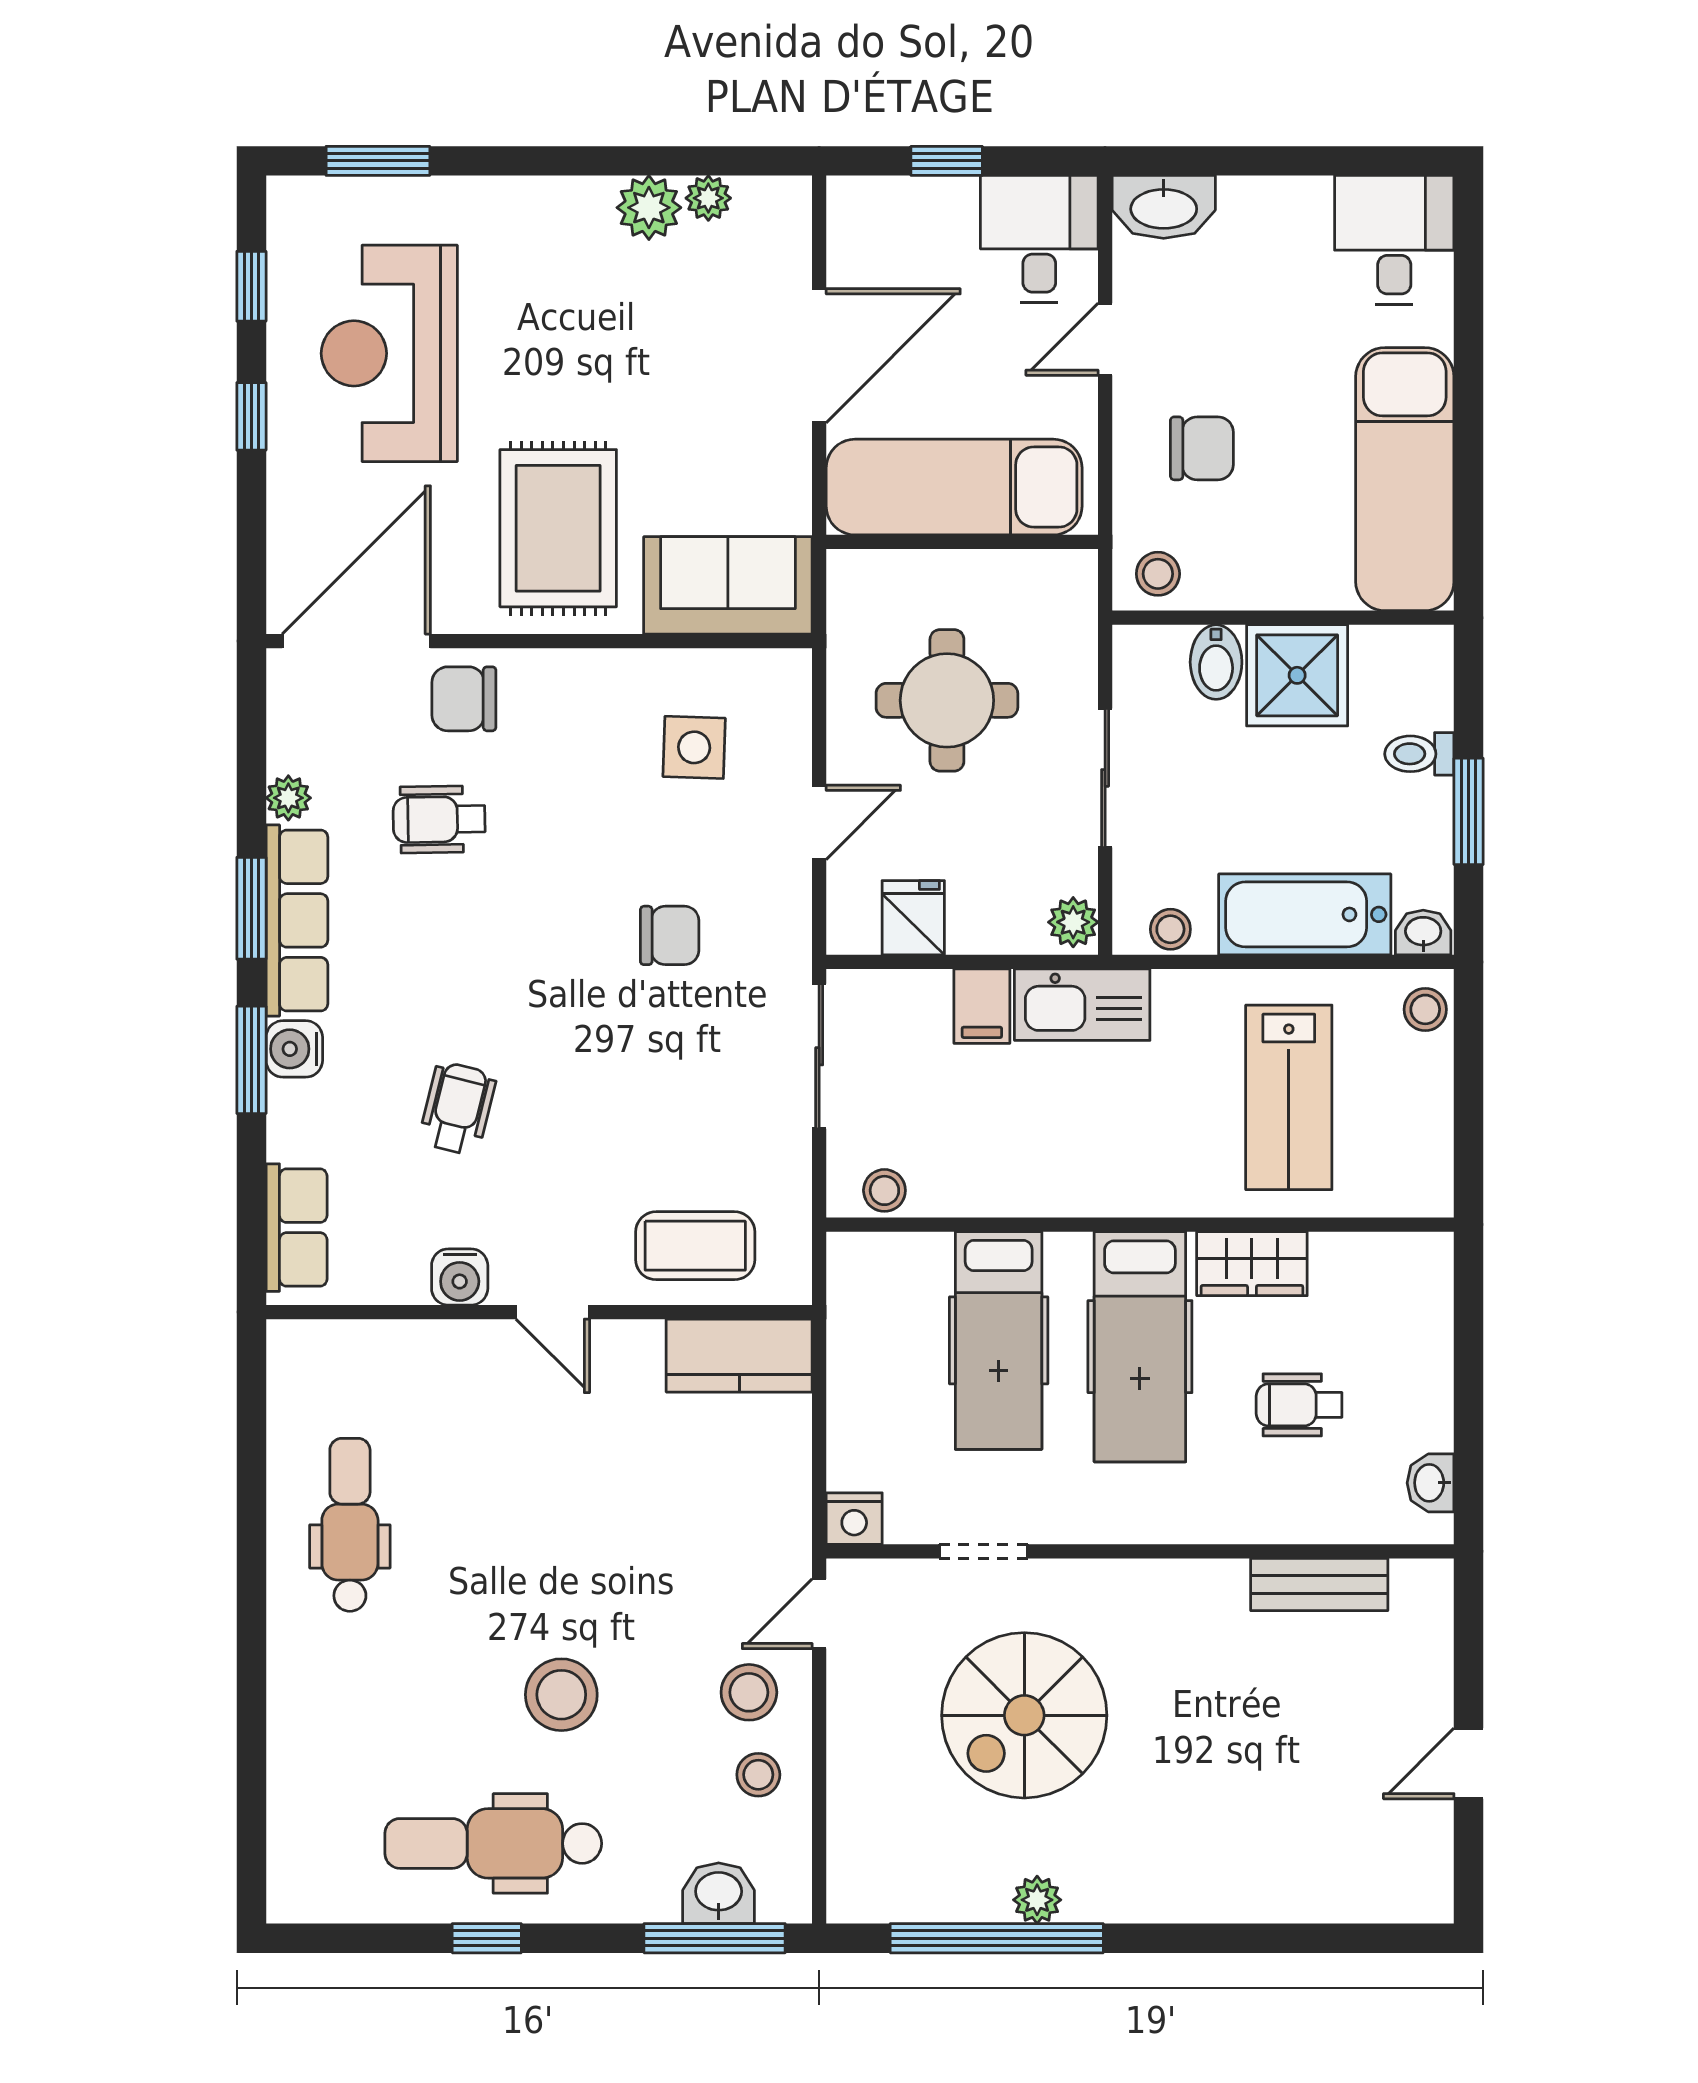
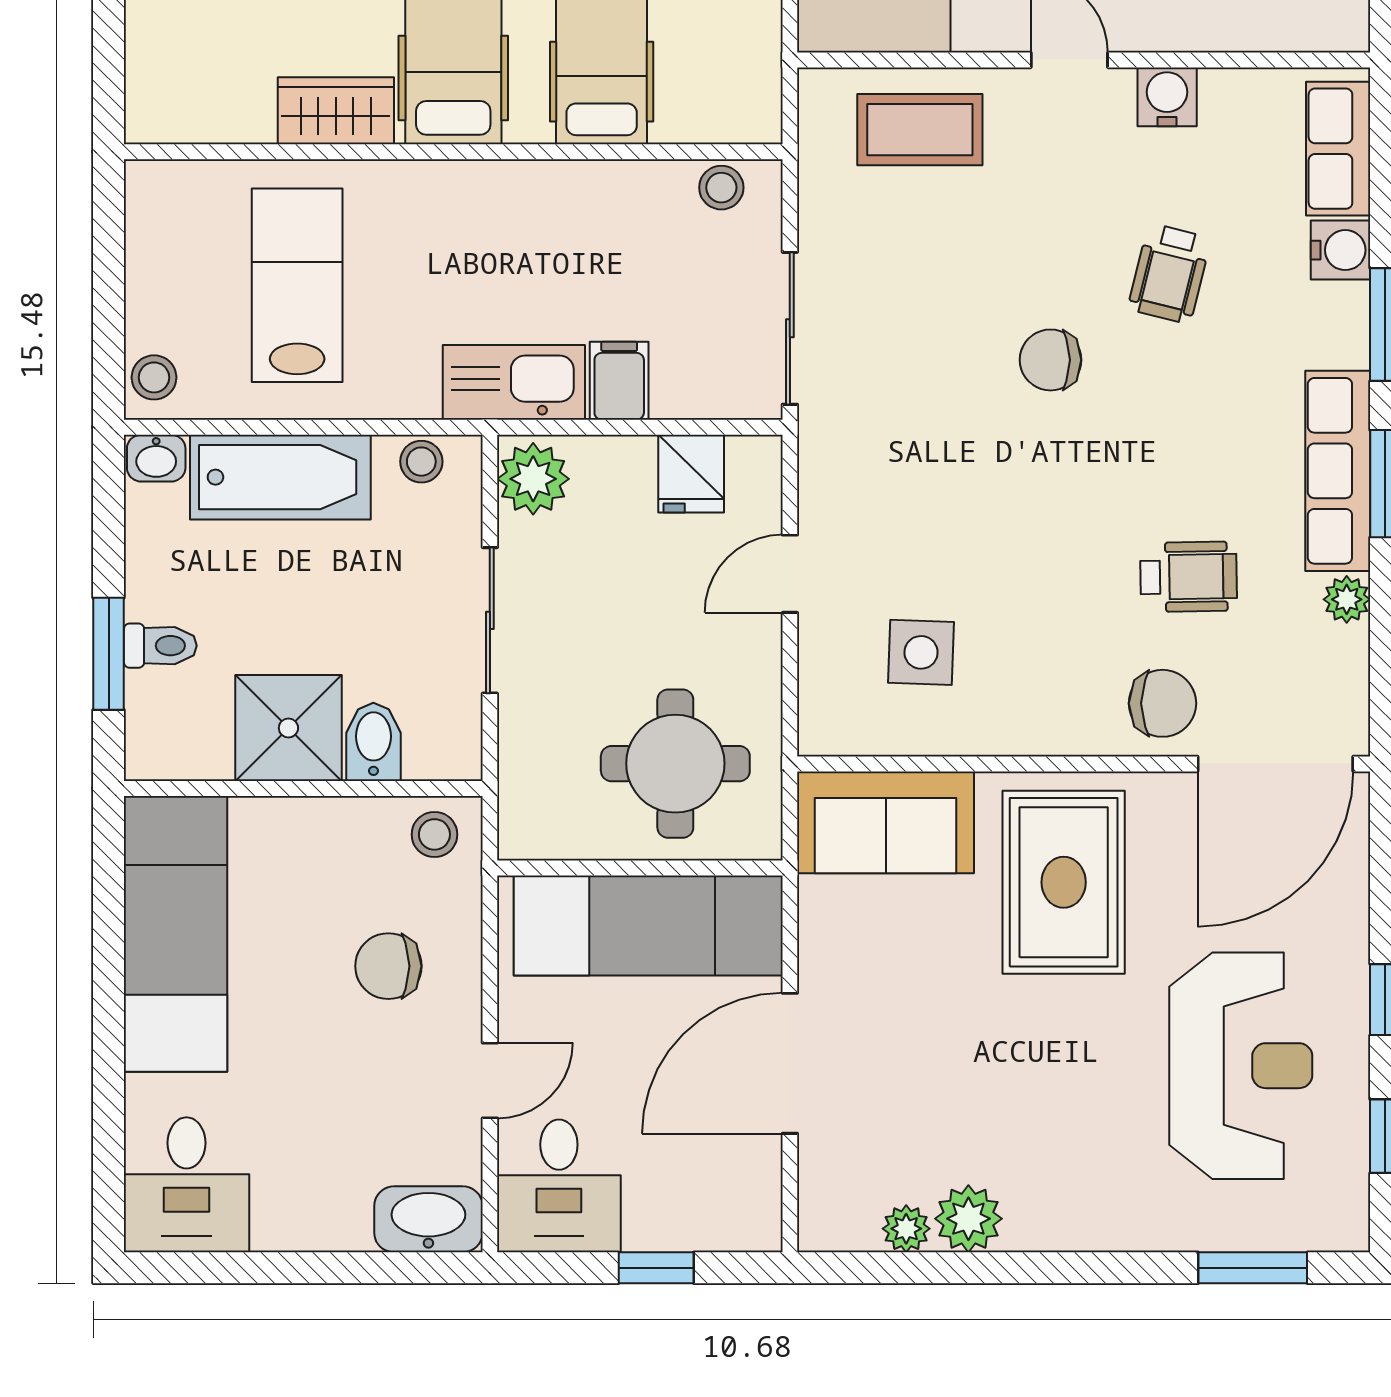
round table: (947, 700) -> (675, 764), moved
window: (1469, 811) -> (109, 654), moved
plant: (1073, 922) -> (533, 479), width x1.38, depth x1.38
chair: (670, 935) -> (1051, 360), moved
water cooler: (294, 1049) -> (1341, 250), moved

